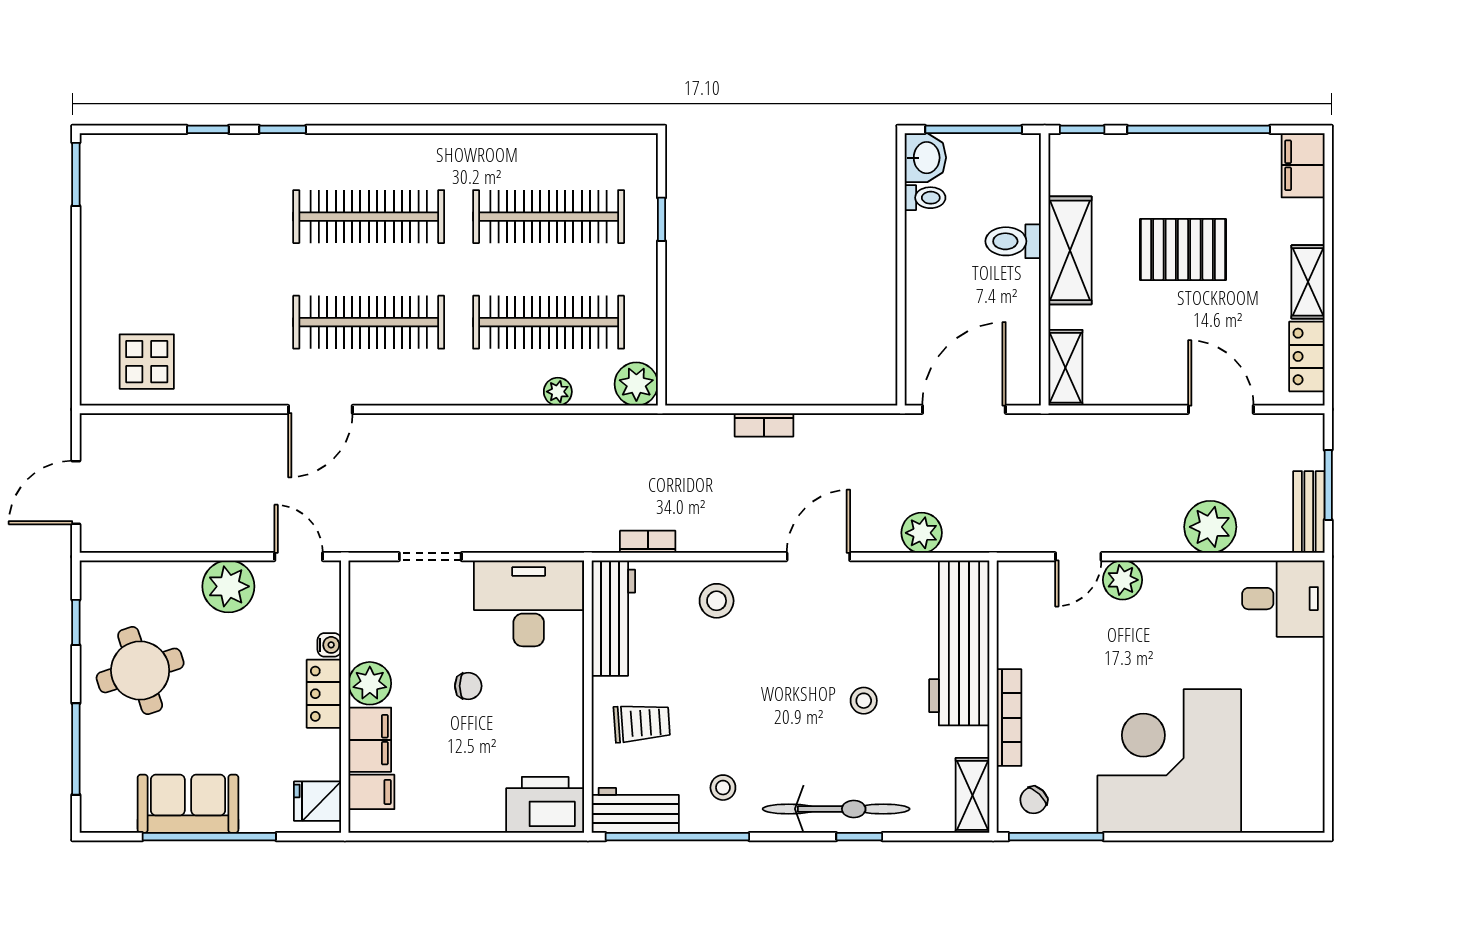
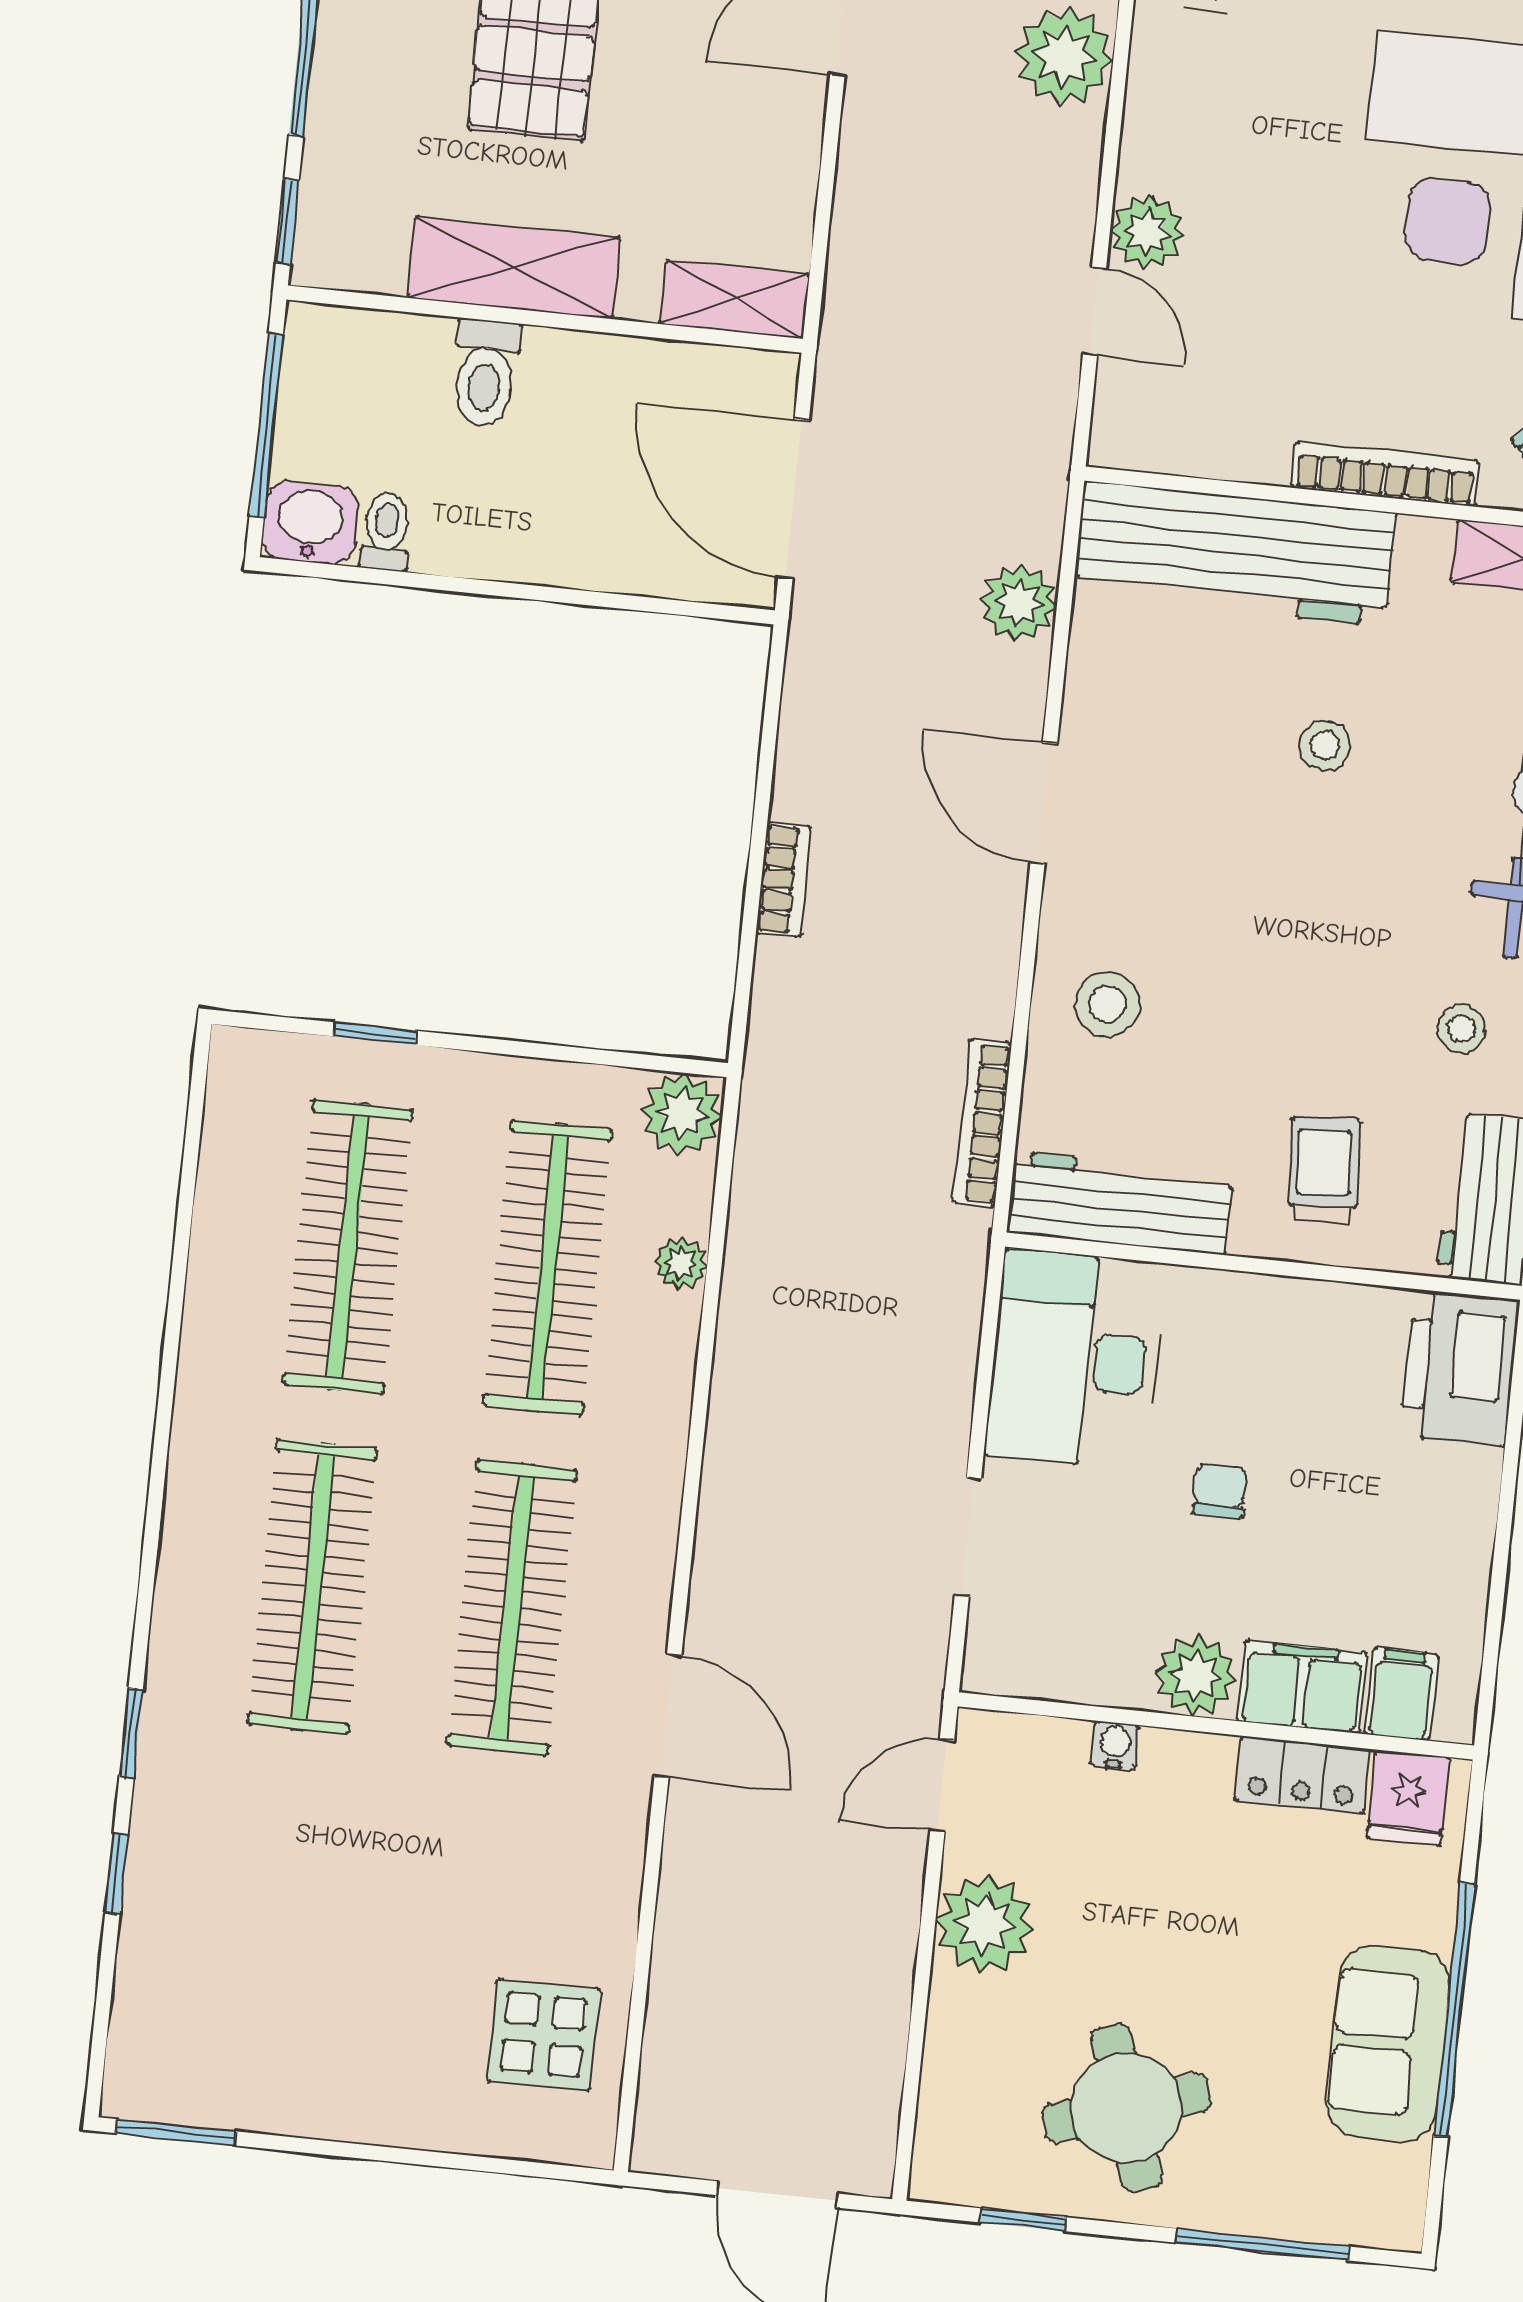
bookcase: (648, 542) -> (982, 1123), width x1.56
locker: (324, 694) -> (1302, 1775), moved

